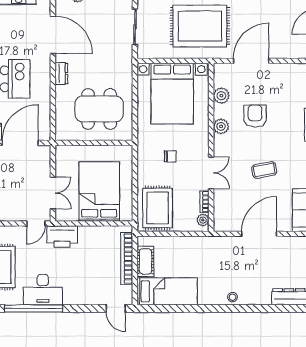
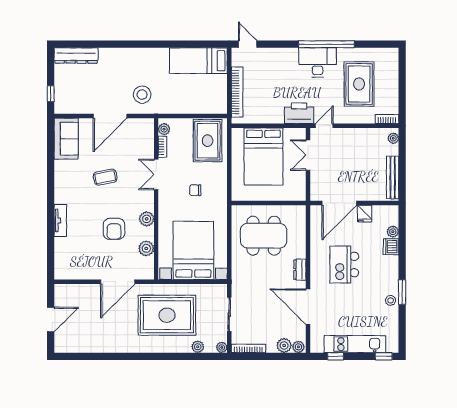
cot: (145, 261) -> (219, 89), removed
stool: (232, 297) -> (142, 95), moved, width x1.89, depth x1.89

